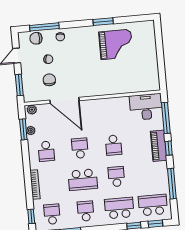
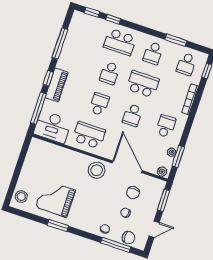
stool: (147, 33) -> (21, 197), added
stool: (90, 86) -> (97, 170), added
school desk: (153, 205) -> (89, 135), moved, turned 180

